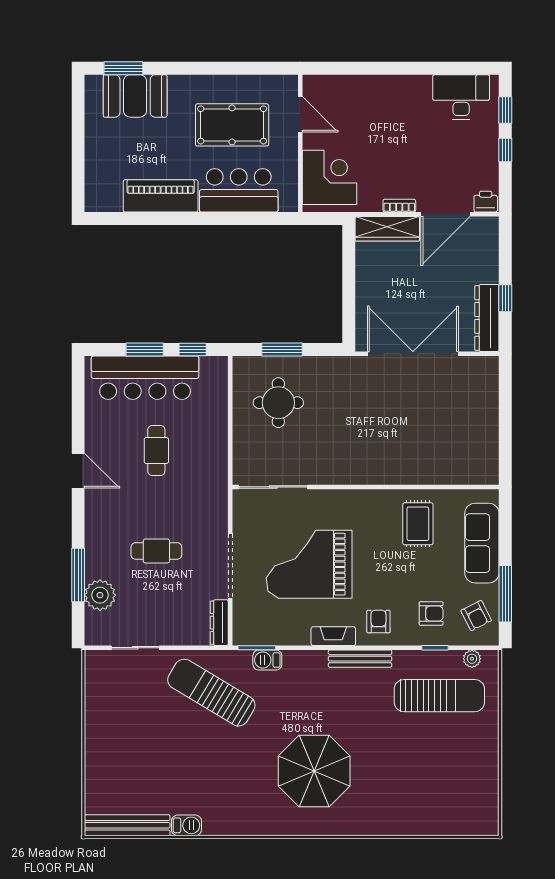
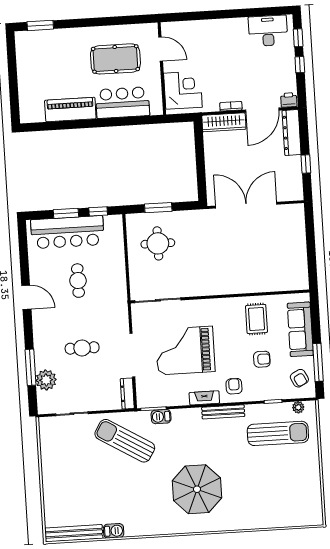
booth: (135, 96) -> (49, 44), removed
dresser: (487, 318) -> (292, 133), moved
armchair: (431, 613) -> (262, 359), moved

